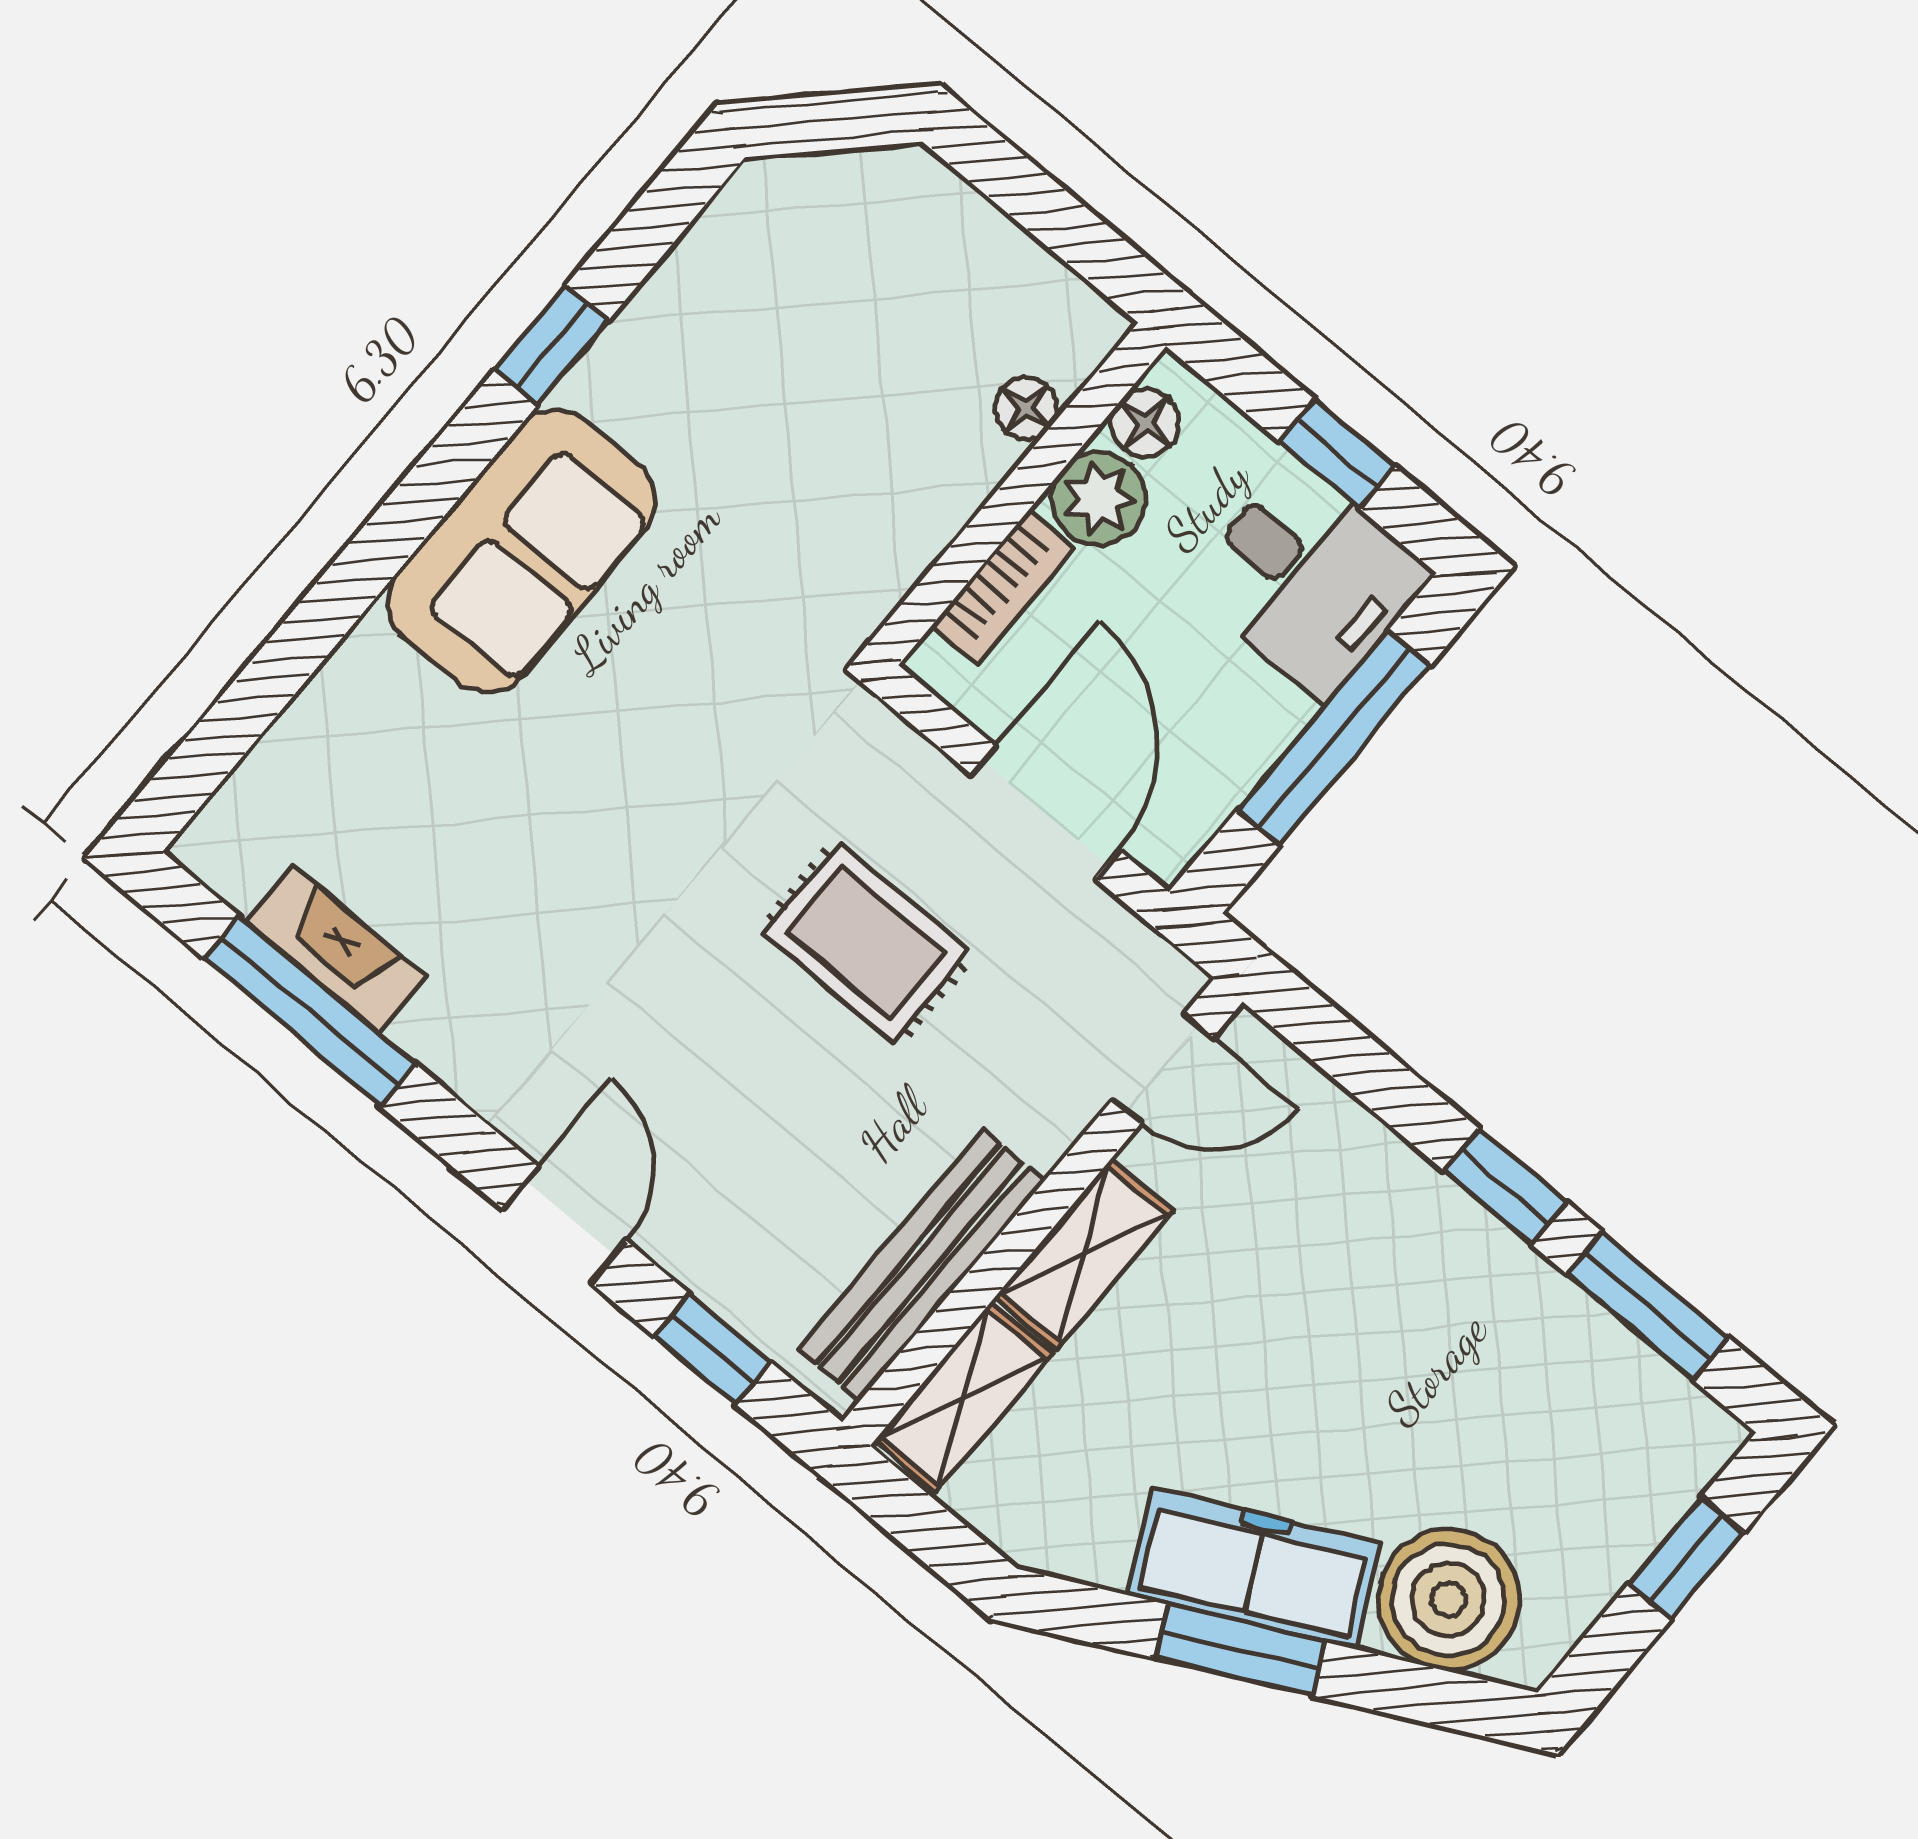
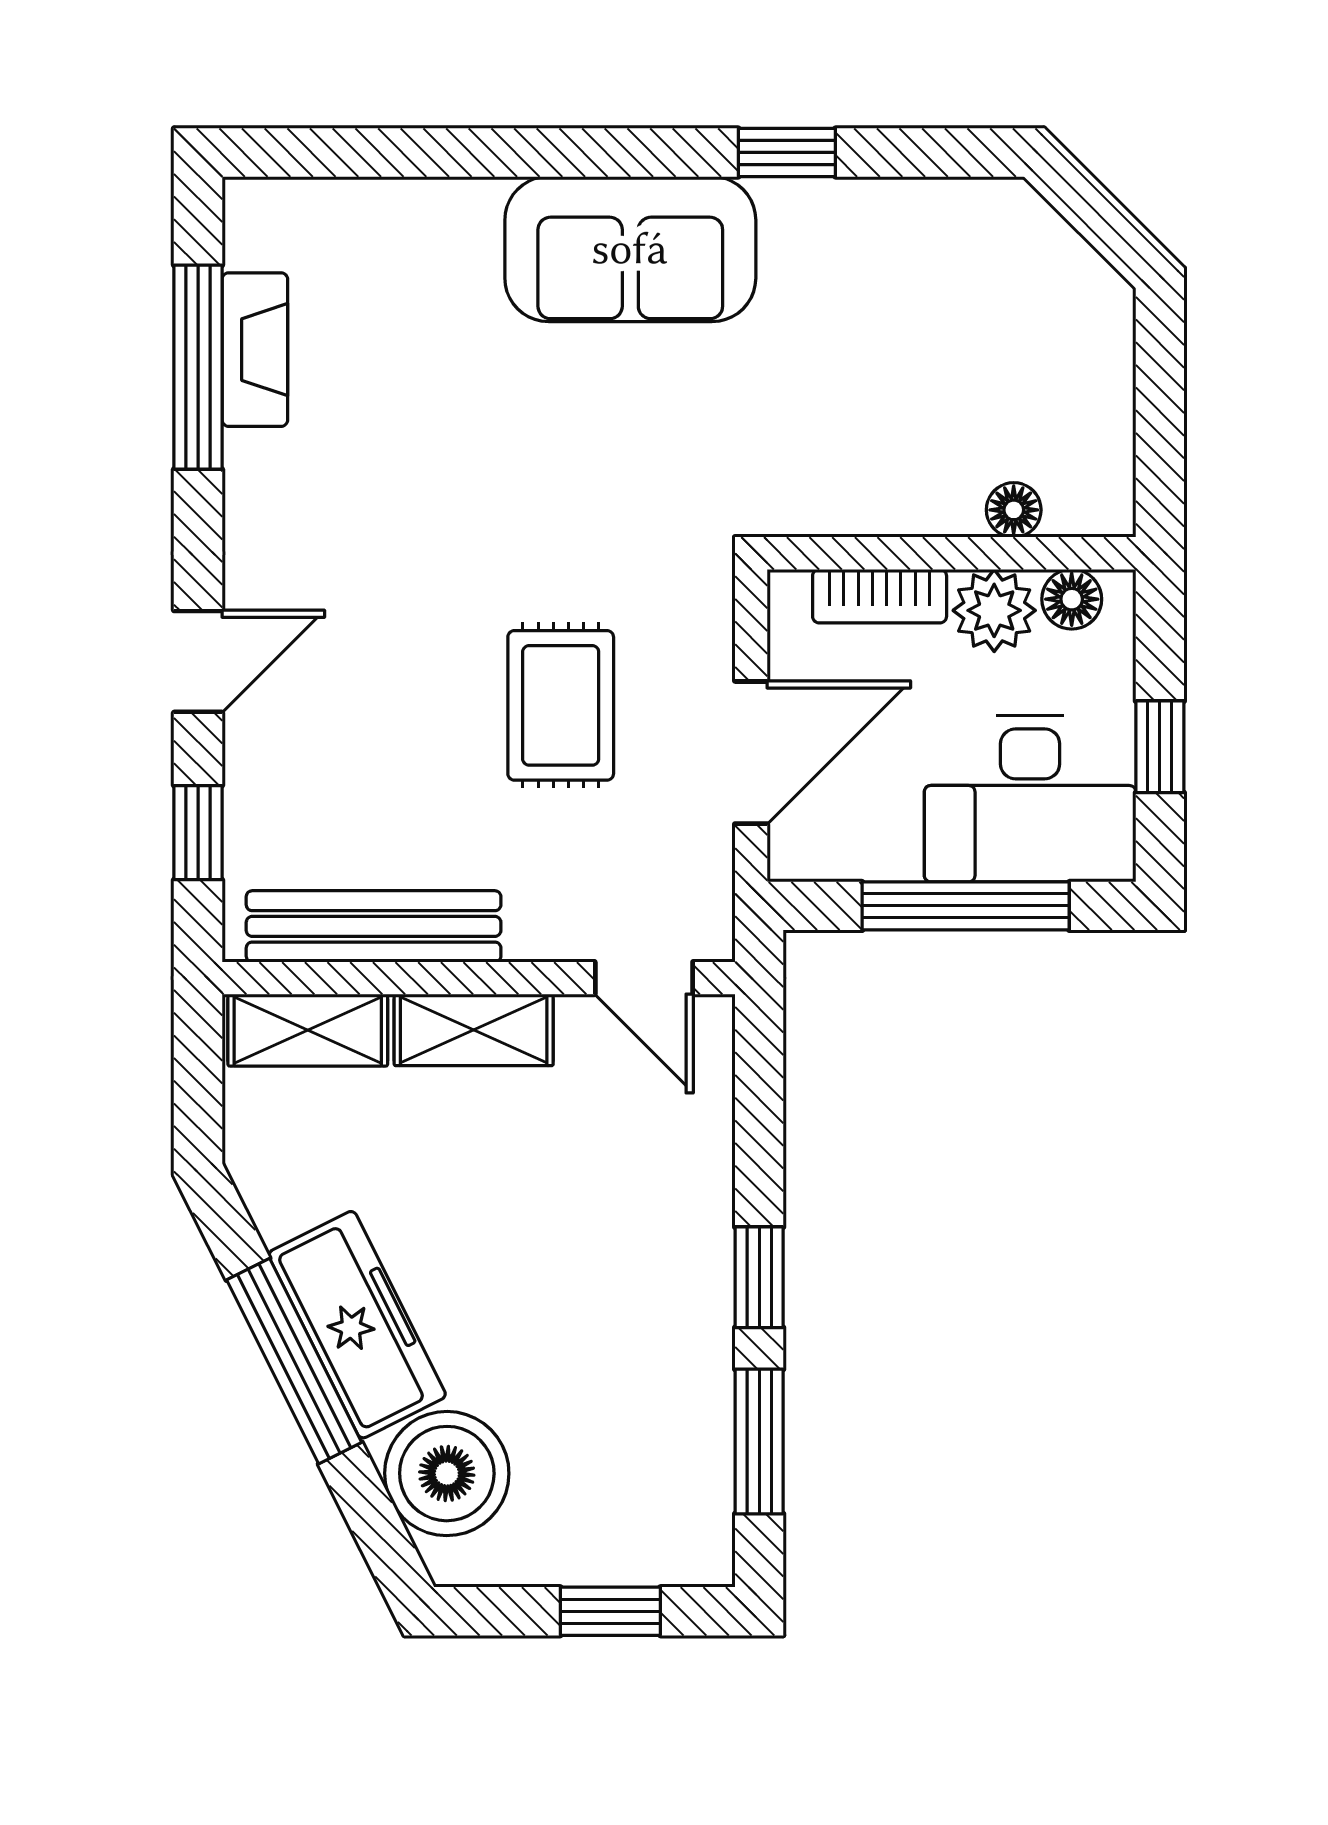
desk: (1309, 579) -> (1030, 799), width x1.37
window: (1240, 1650) -> (294, 1361), width x1.44

